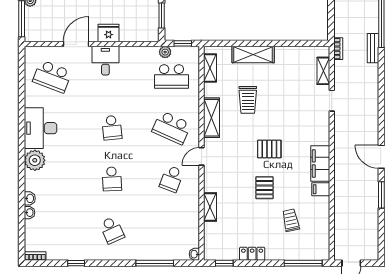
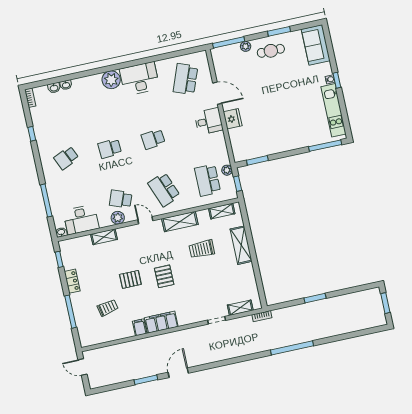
bench: (373, 48) -> (269, 346), removed
school desk: (172, 128) -> (164, 190), turned -45
plant: (192, 187) -> (118, 218), added
washbasin: (30, 198) -> (54, 88), moved
desk: (185, 229) -> (81, 220), added
window: (303, 263) -> (70, 312), moved

